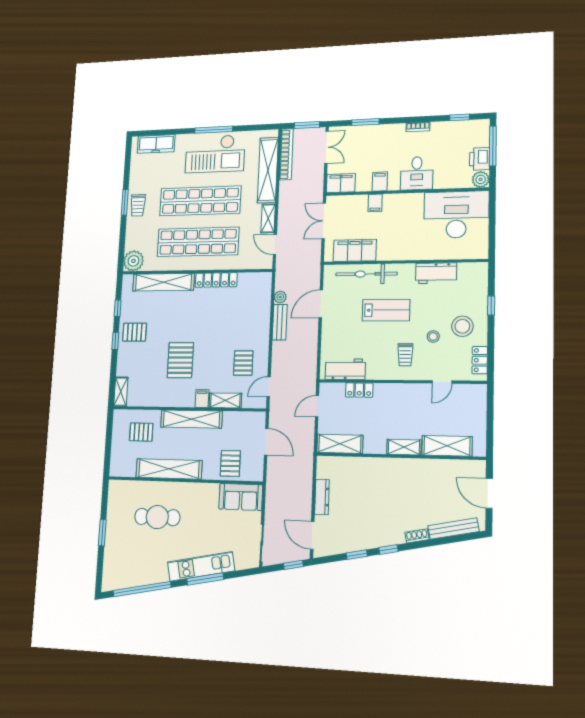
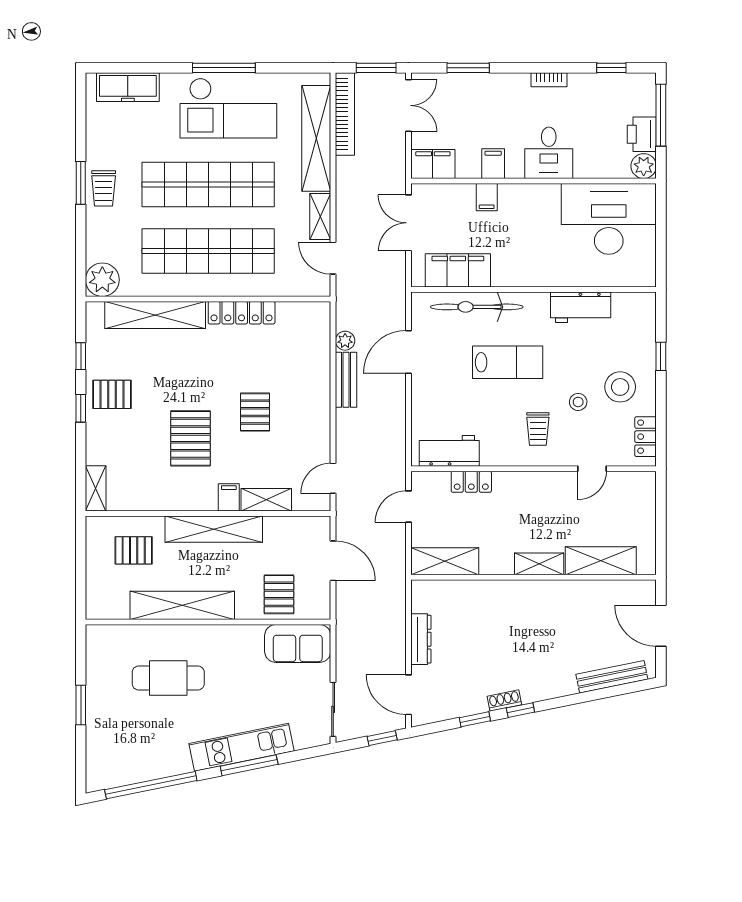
pallet: (243, 363) -> (255, 412), moved
shoe rack: (417, 536) -> (504, 701), moved

